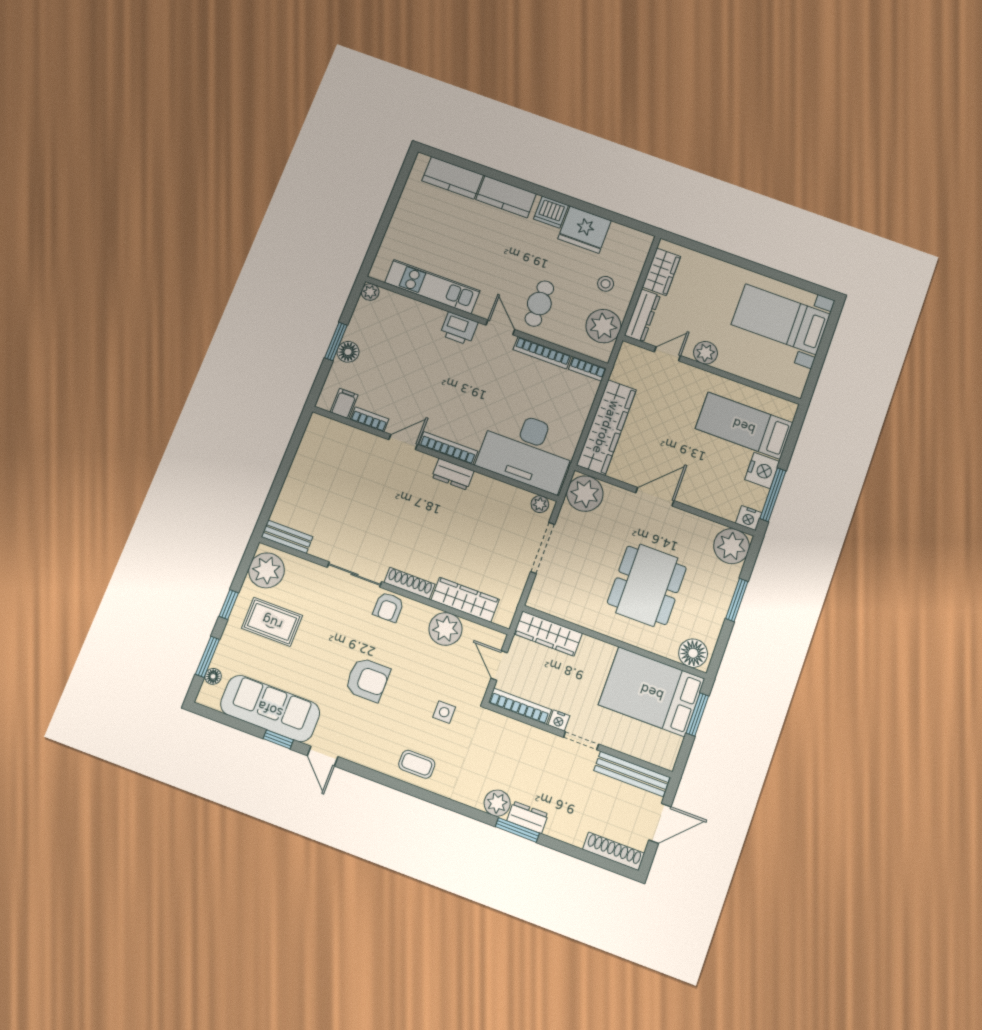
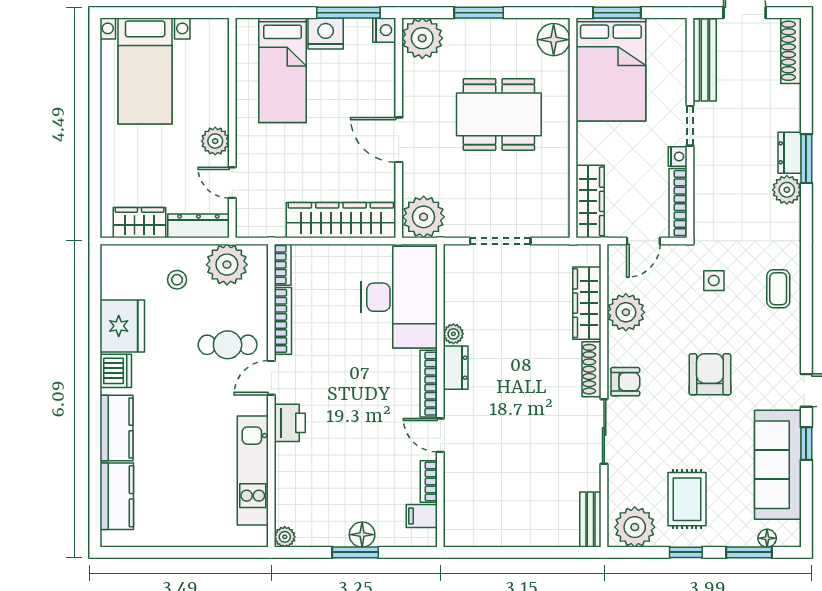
plant: (540, 504) -> (453, 334), moved

